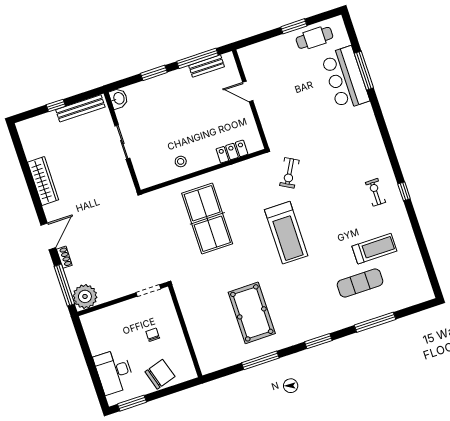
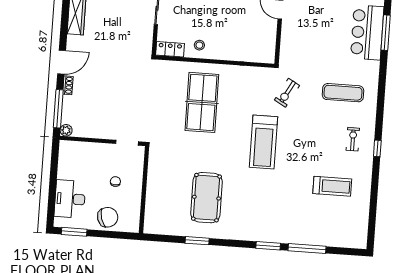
locker: (232, 152) -> (170, 49), moved
exercise mat: (360, 283) -> (343, 93), moved
plant: (85, 296) -> (66, 130), width x0.53, depth x0.53
window: (318, 341) -> (268, 246), moved
window: (260, 360) -> (197, 241), width x0.69

